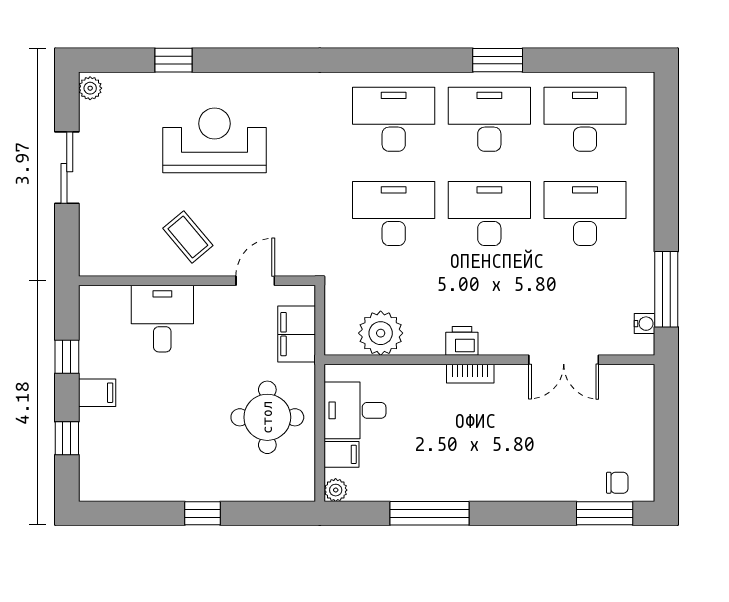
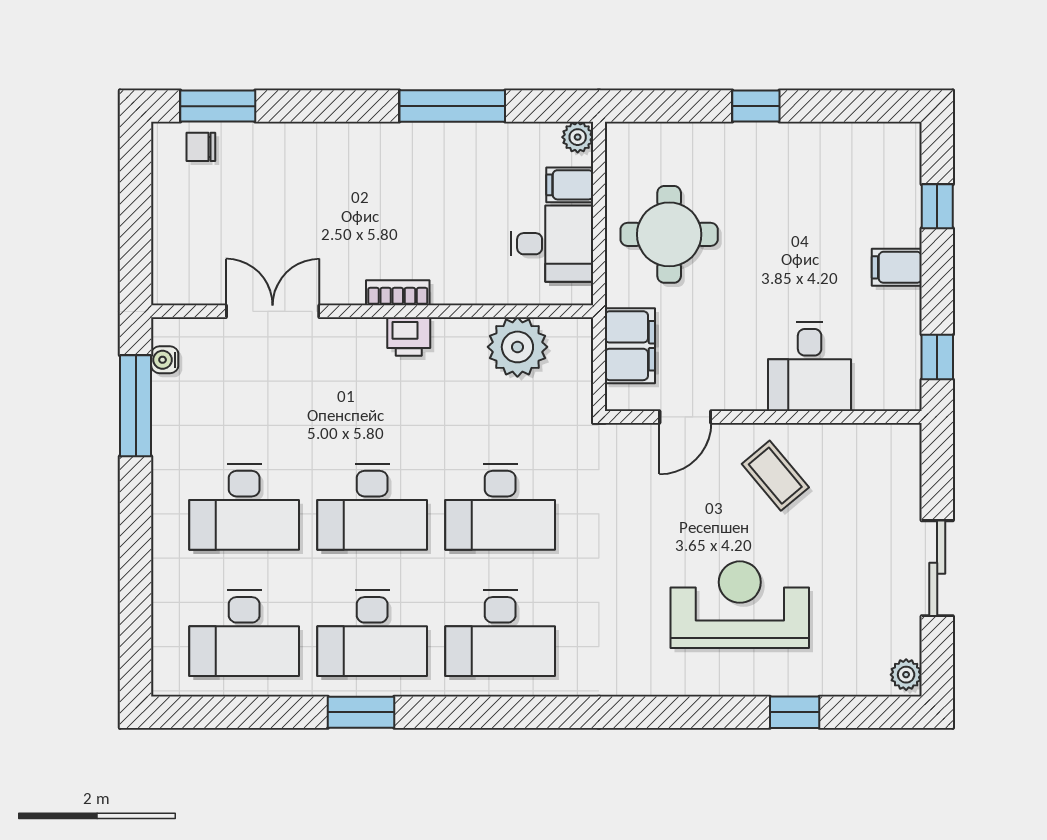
reception desk: (214, 140) -> (740, 605), turned 180
window: (67, 357) -> (937, 357), moved

